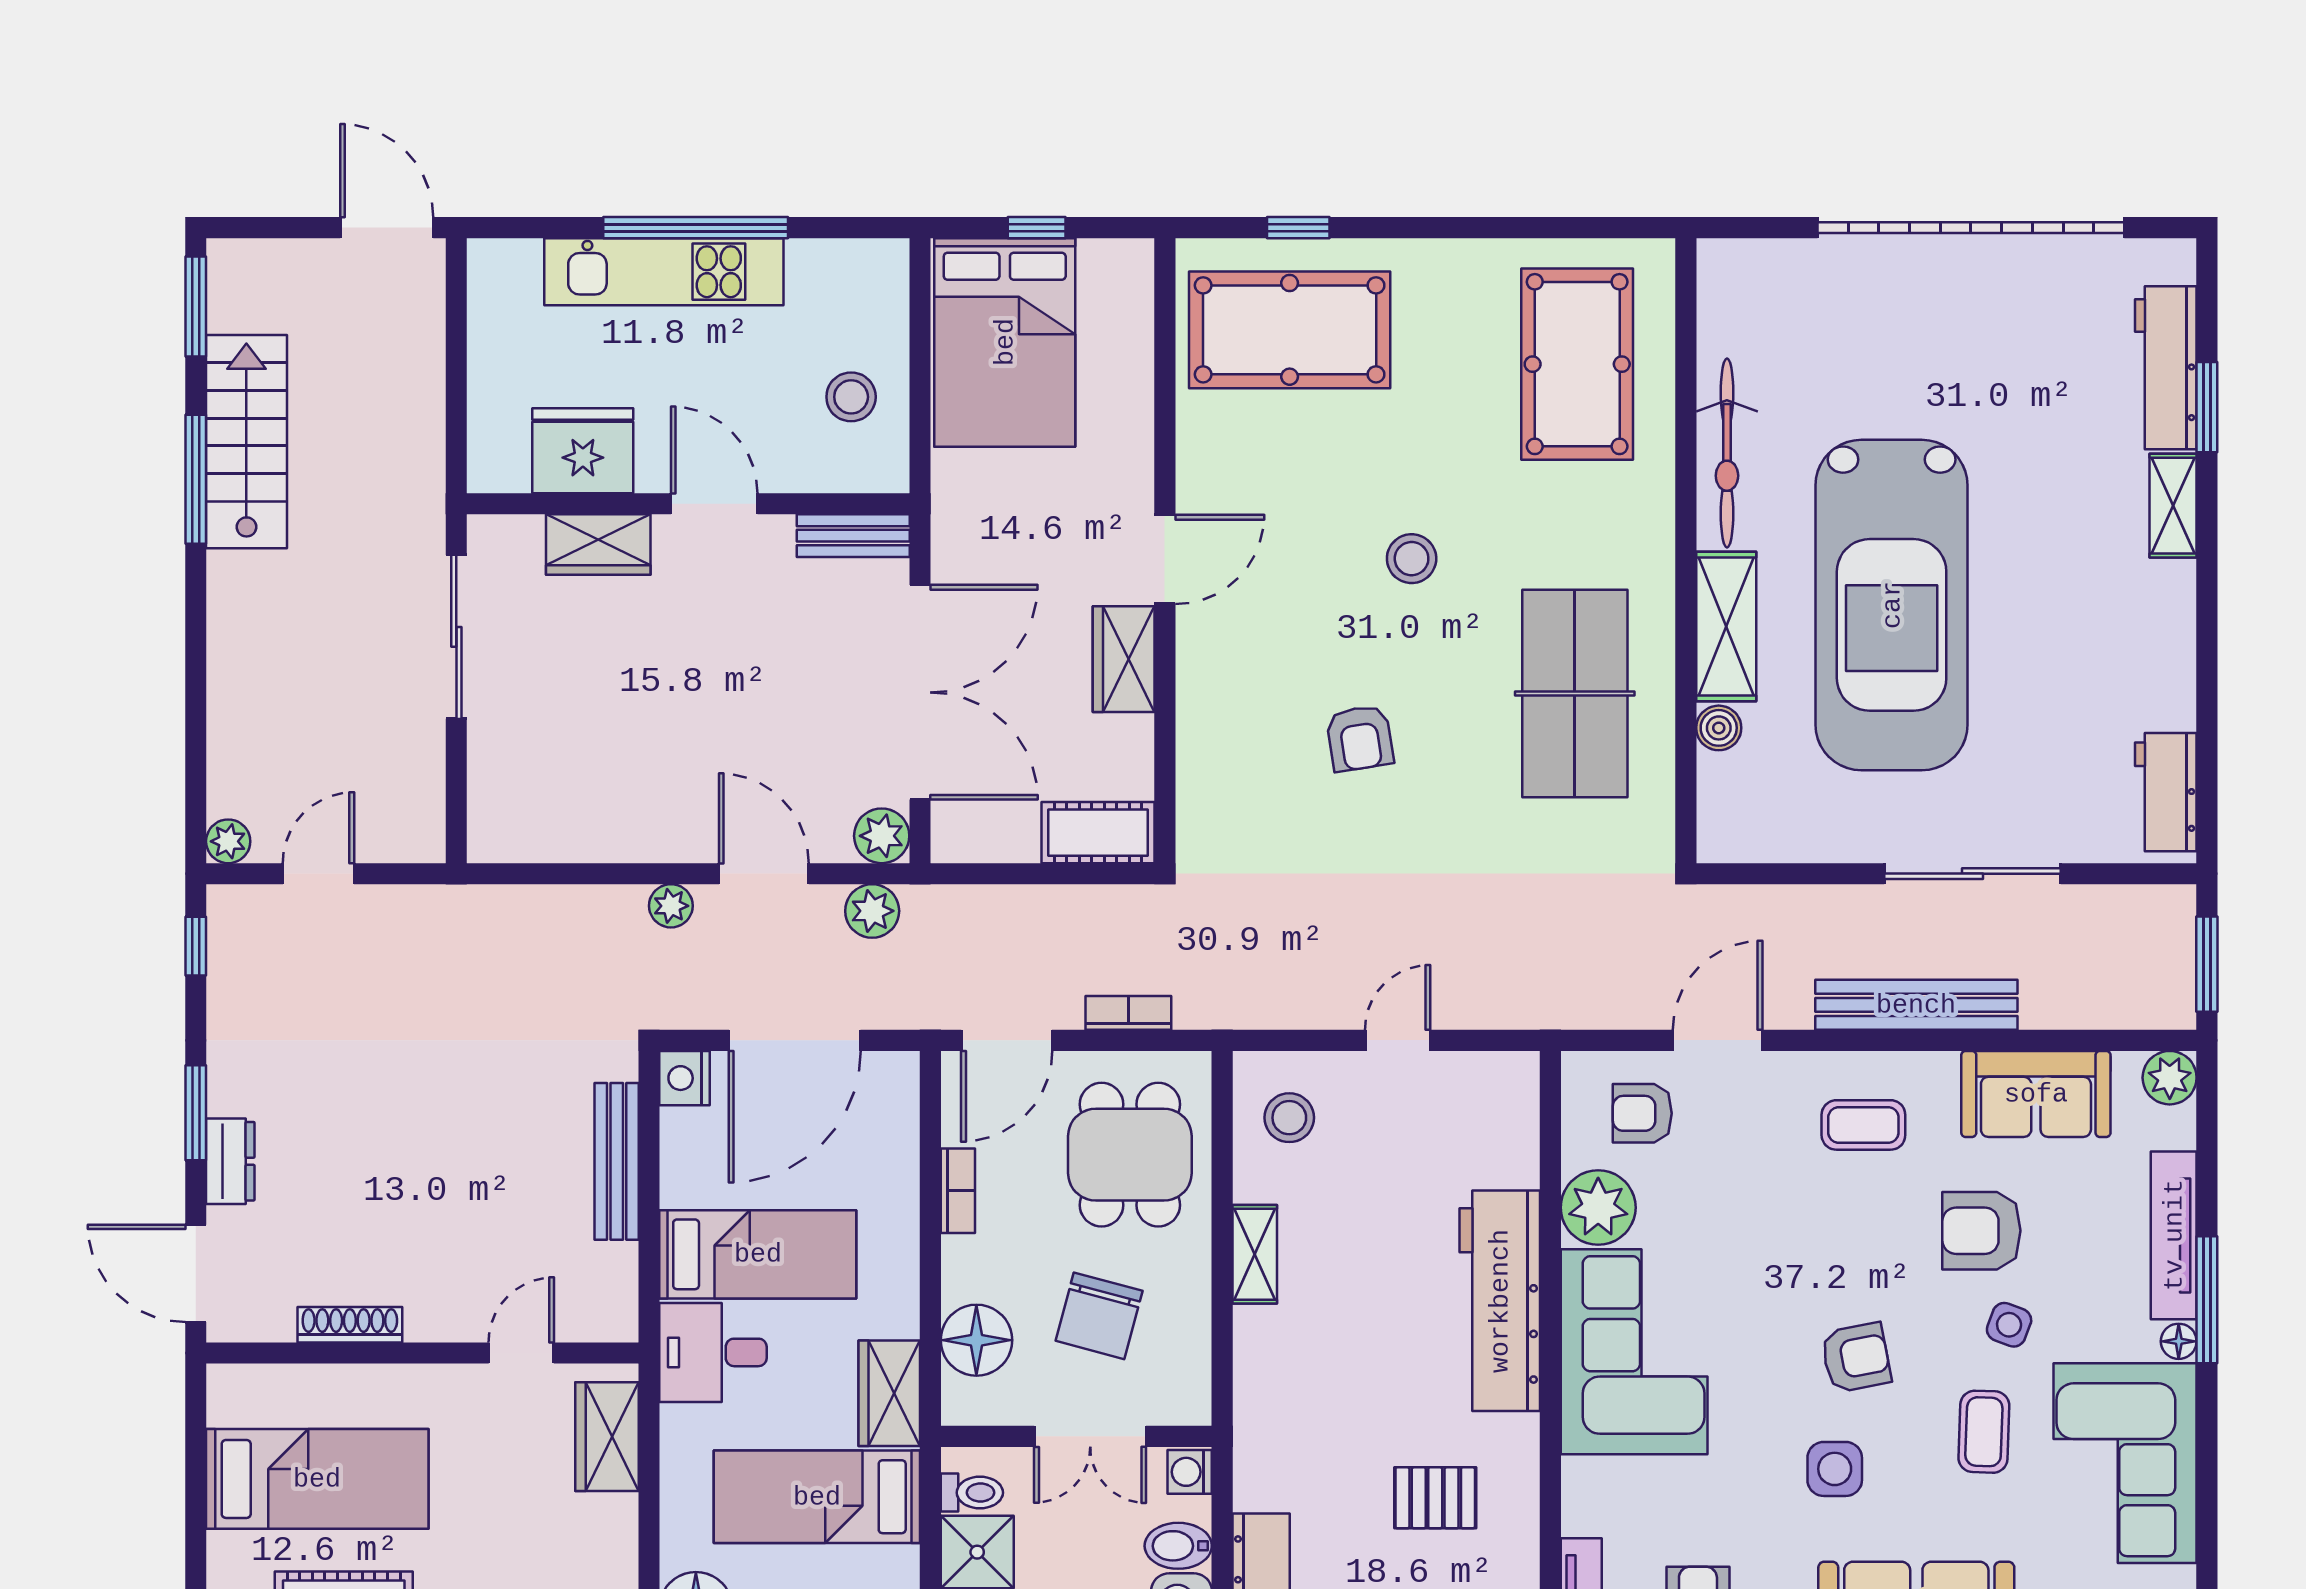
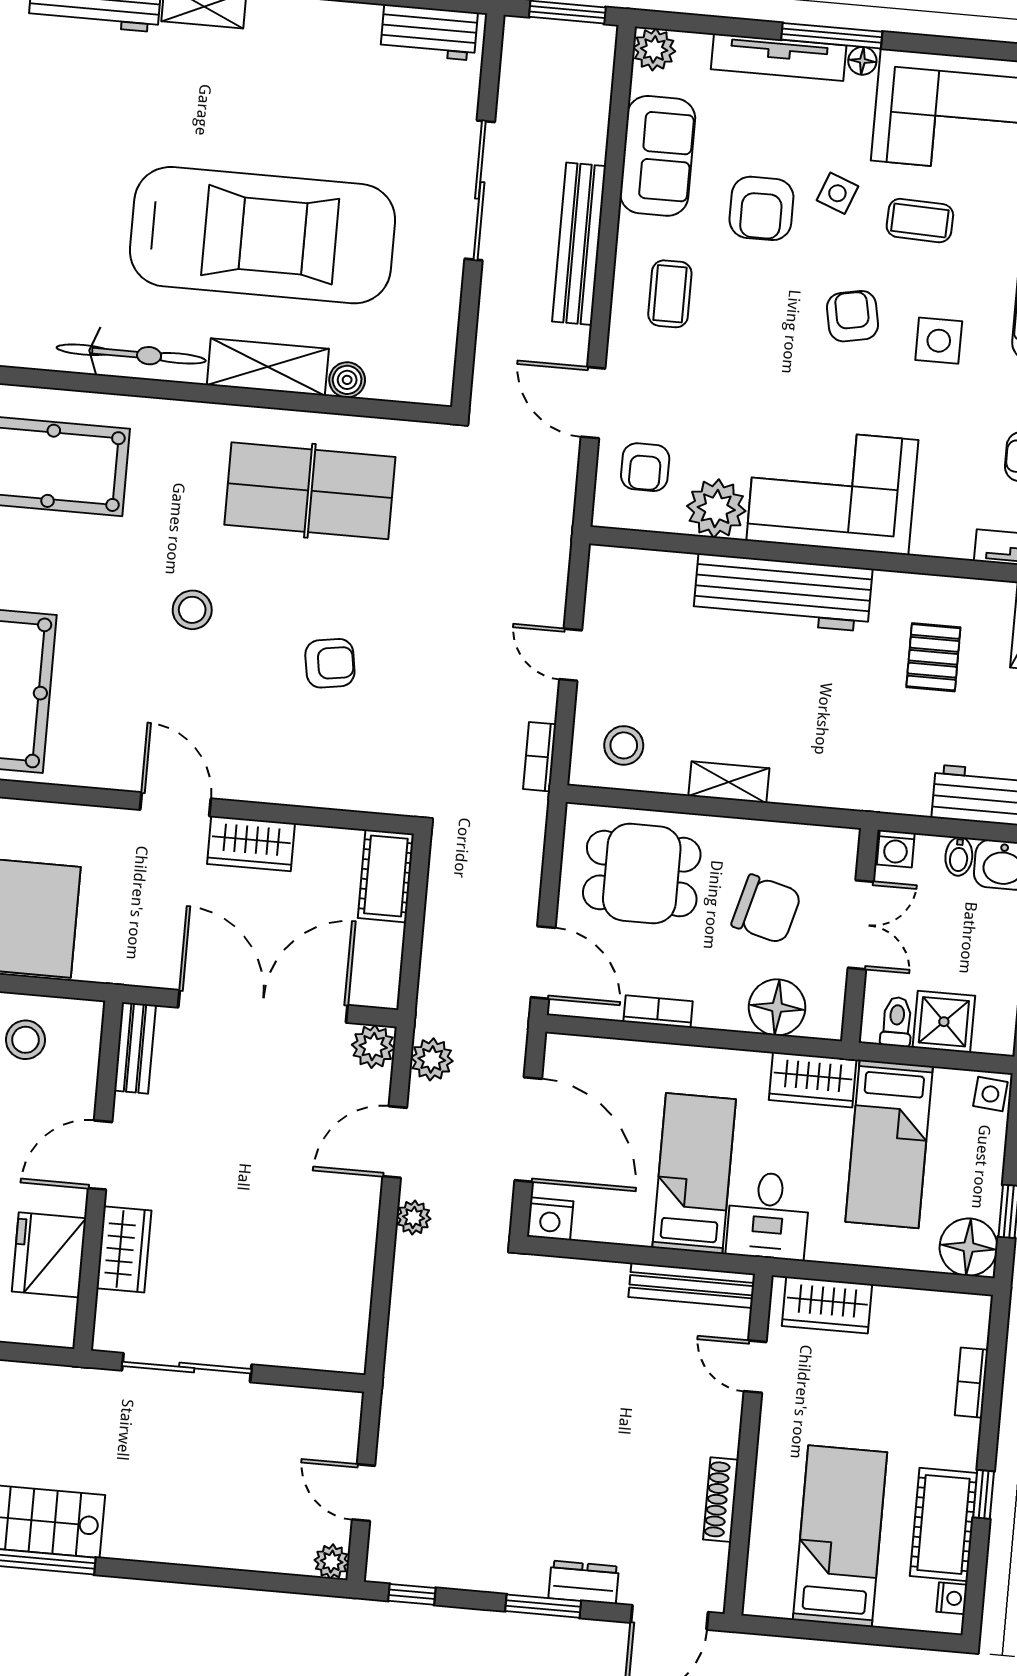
bookcase: (1128, 1013) -> (540, 757), moved
bench: (617, 1161) -> (692, 1285), moved
bidet: (1178, 1546) -> (959, 856), width x0.72, depth x0.74

